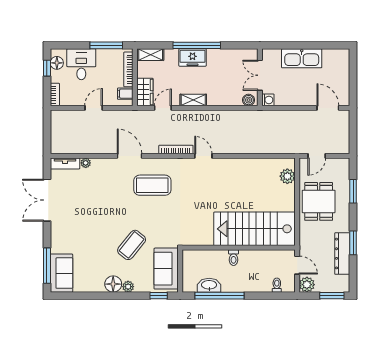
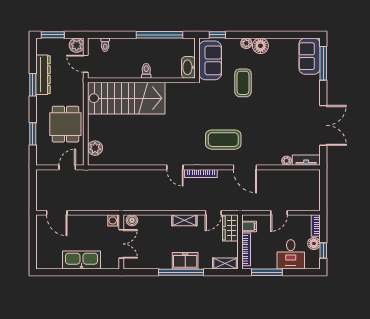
floor lamp: (57, 63) -> (314, 244), moved
coffee table: (132, 245) -> (243, 83), turned -39
washbasin: (209, 285) -> (188, 67), moved, turned 90

